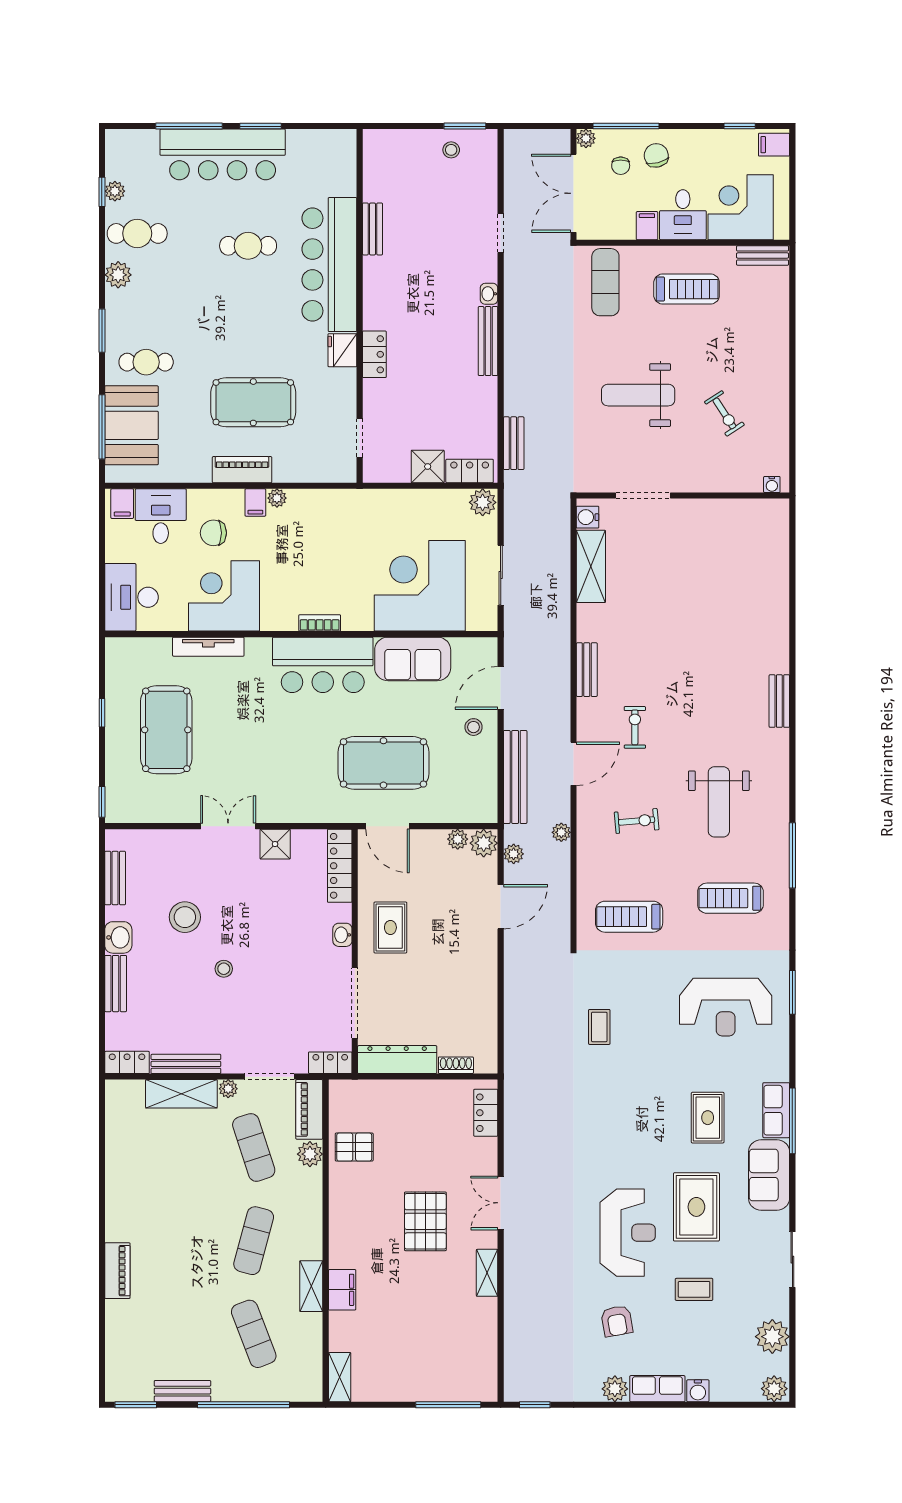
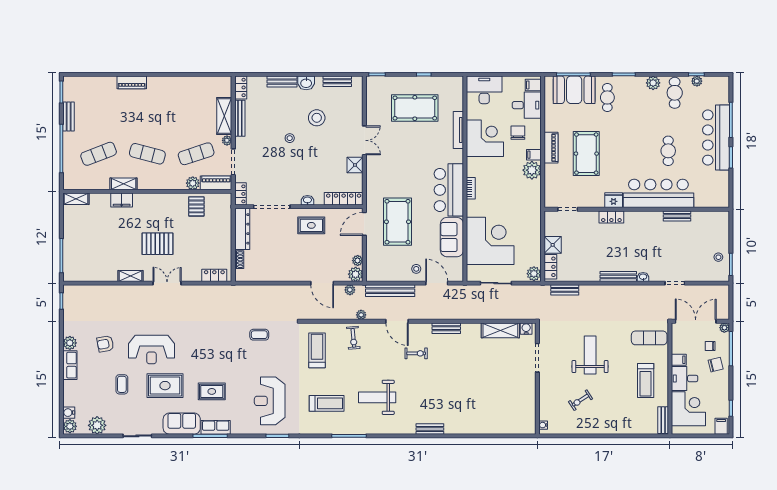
plant: (277, 498) -> (532, 170), width x1.87, depth x1.87
exercise bike: (637, 821) -> (353, 338), moved
treadmill: (730, 898) -> (327, 403), turned 90
water cooler: (698, 1391) -> (69, 413), moved

